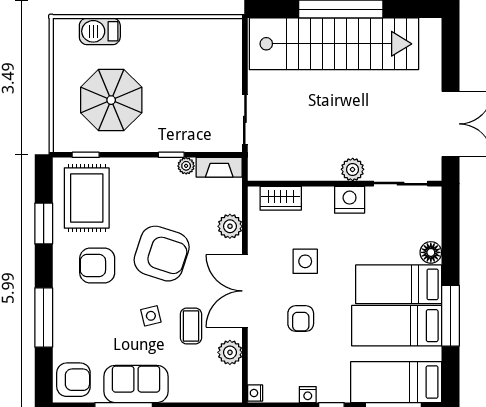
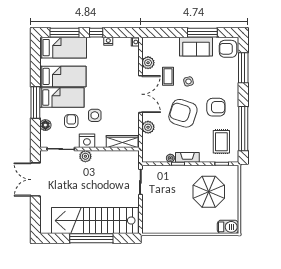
barbecue: (100, 31) -> (228, 227), moved
fireplace: (219, 167) -> (187, 157), moved
rug: (87, 198) -> (221, 142), width x0.73, depth x0.70
wardrobe: (281, 198) -> (122, 142), width x1.50
window: (44, 224) -> (243, 129), width x2.11
floor lamp: (431, 252) -> (45, 125), moved
side table: (305, 261) -> (95, 115), moved
window: (450, 316) -> (35, 102), moved
window: (44, 317) -> (243, 68), moved
armchair: (301, 319) -> (71, 121), moved

